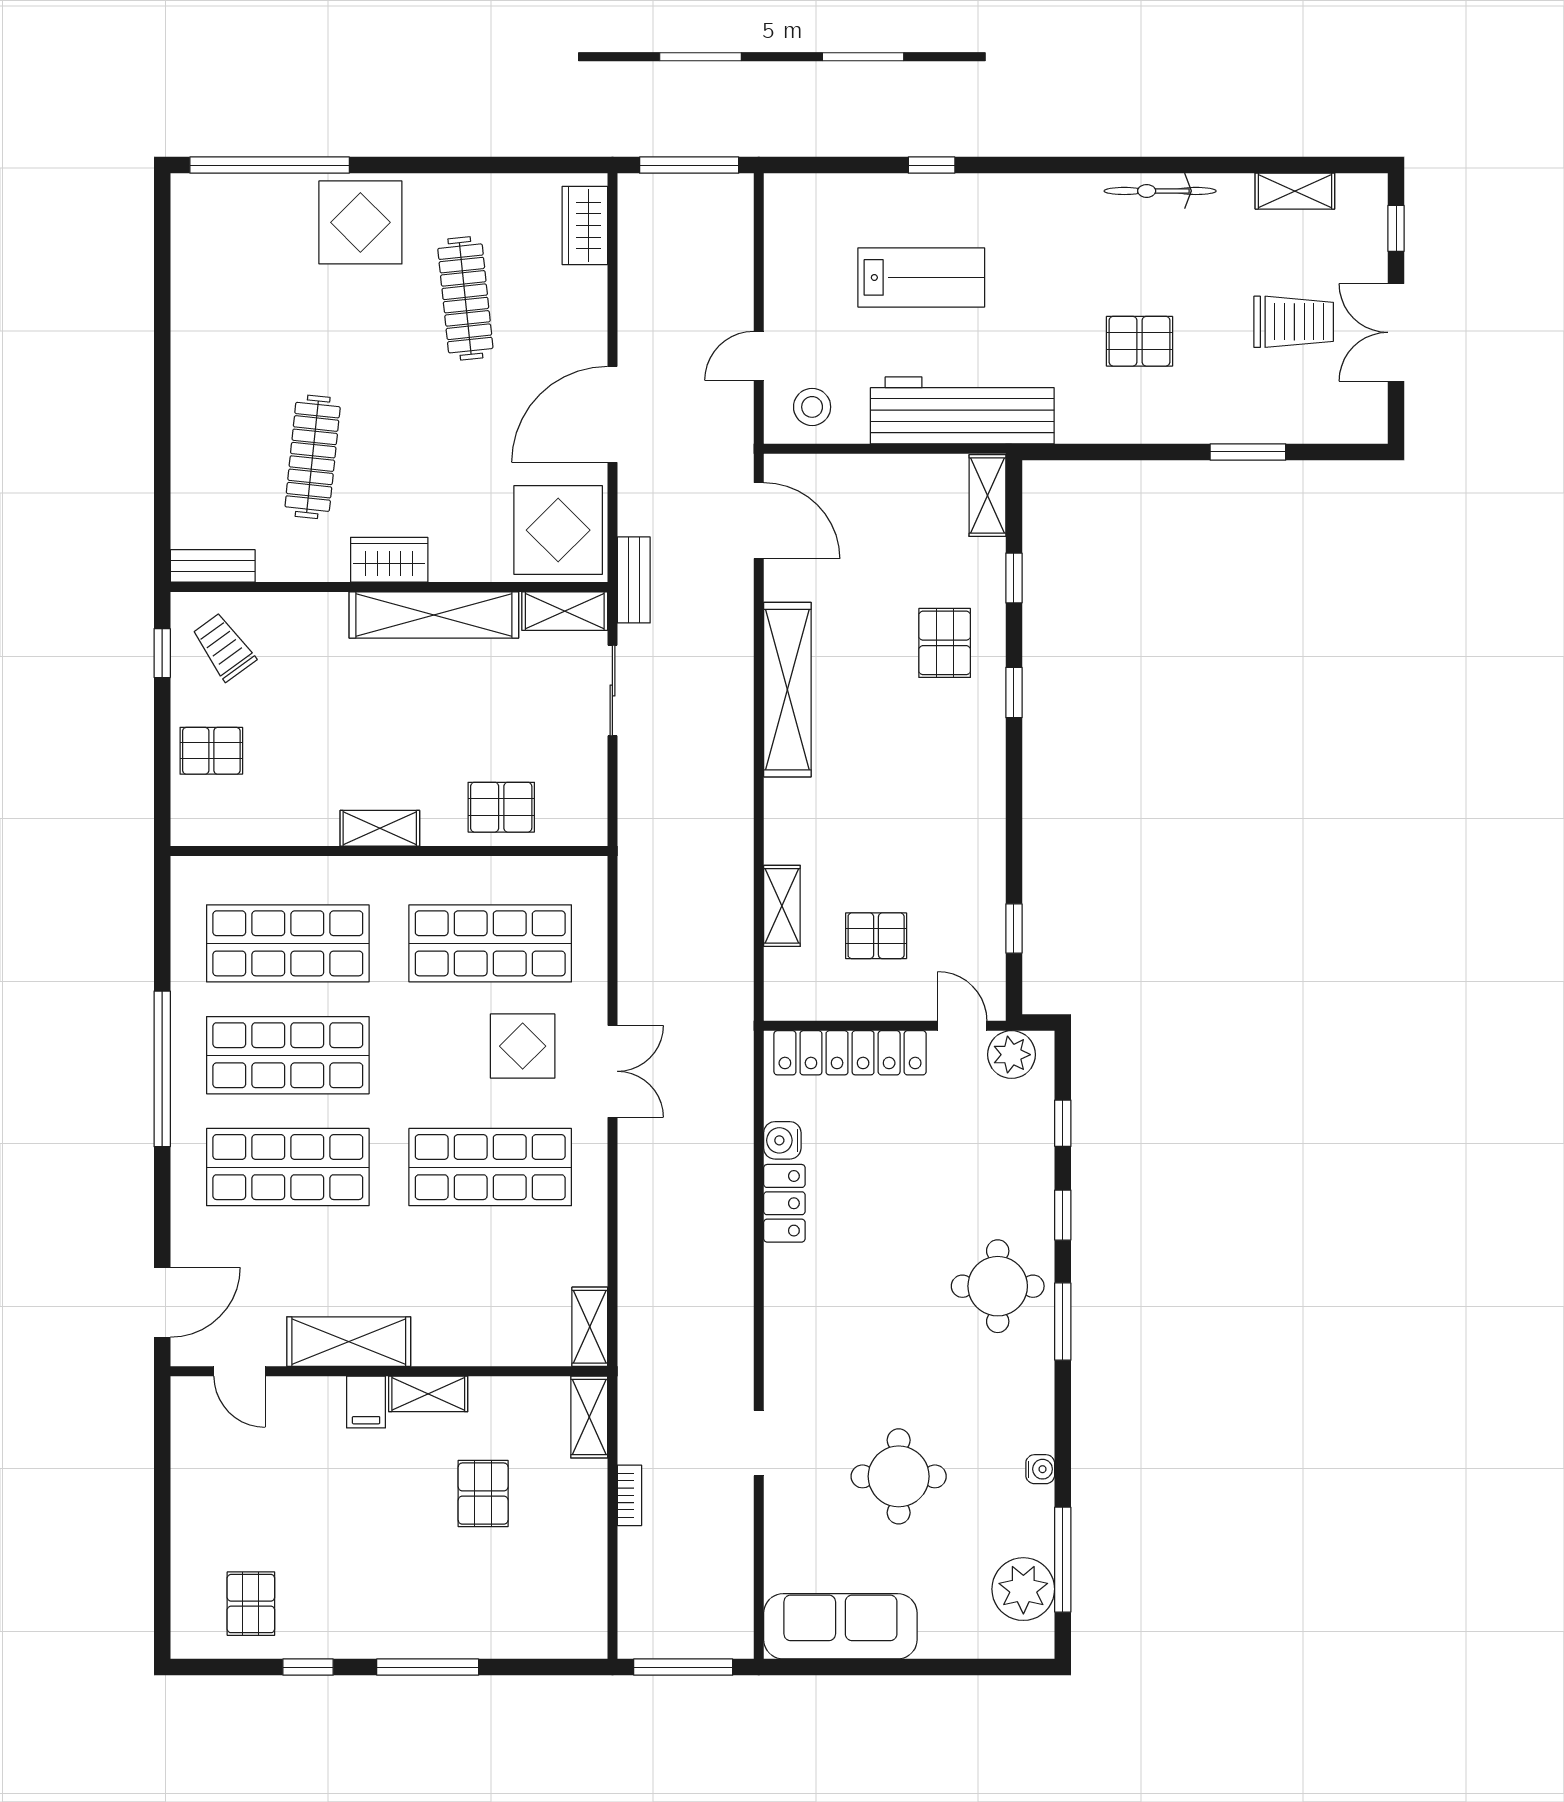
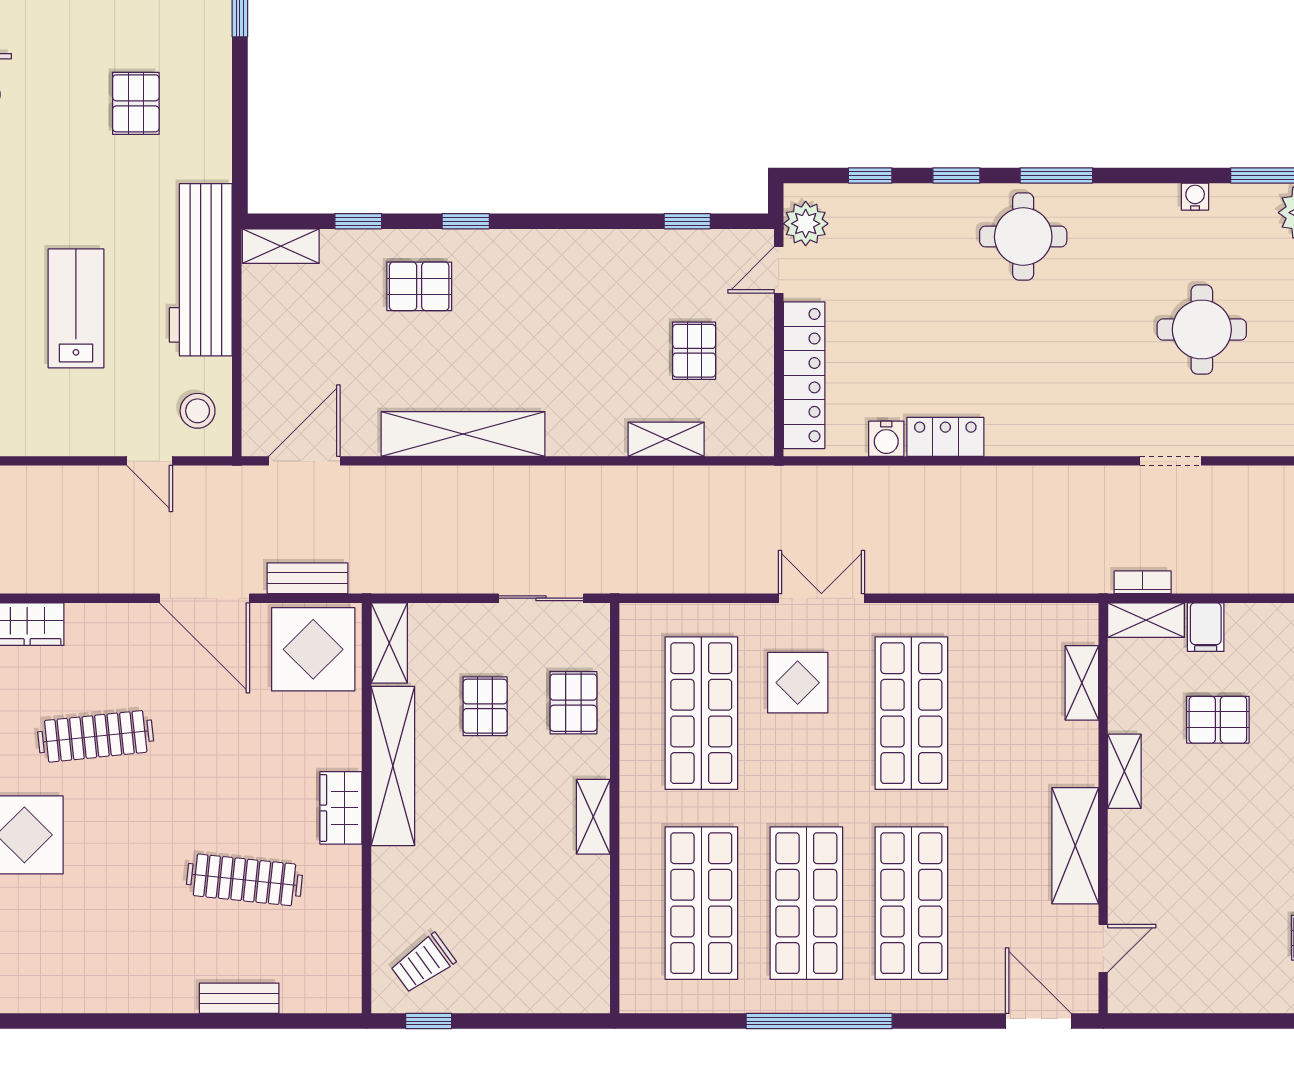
bench: (213, 566) -> (239, 998), moved, turned 90
bench: (634, 580) -> (307, 578), moved
sliding door: (612, 690) -> (541, 598), moved
pallet: (211, 751) -> (485, 706), moved
shelving: (590, 1327) -> (1082, 683), moved, turned 90
filing cabinet: (366, 1402) -> (1206, 627), moved, turned 90
bookcase: (629, 1495) -> (1143, 582), moved

